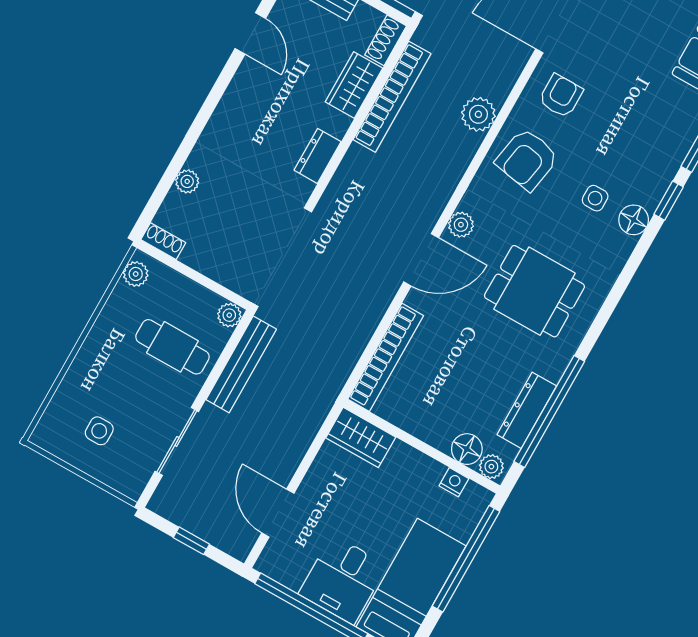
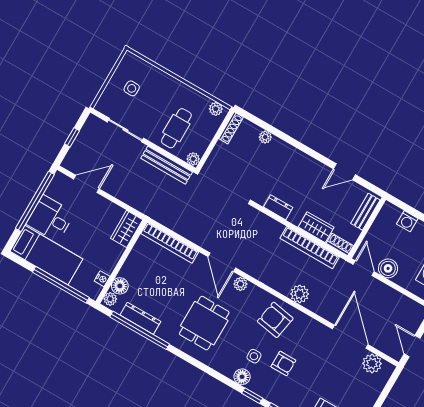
armchair: (561, 96) -> (283, 363), moved
shoe rack: (163, 241) -> (231, 128), width x1.43

